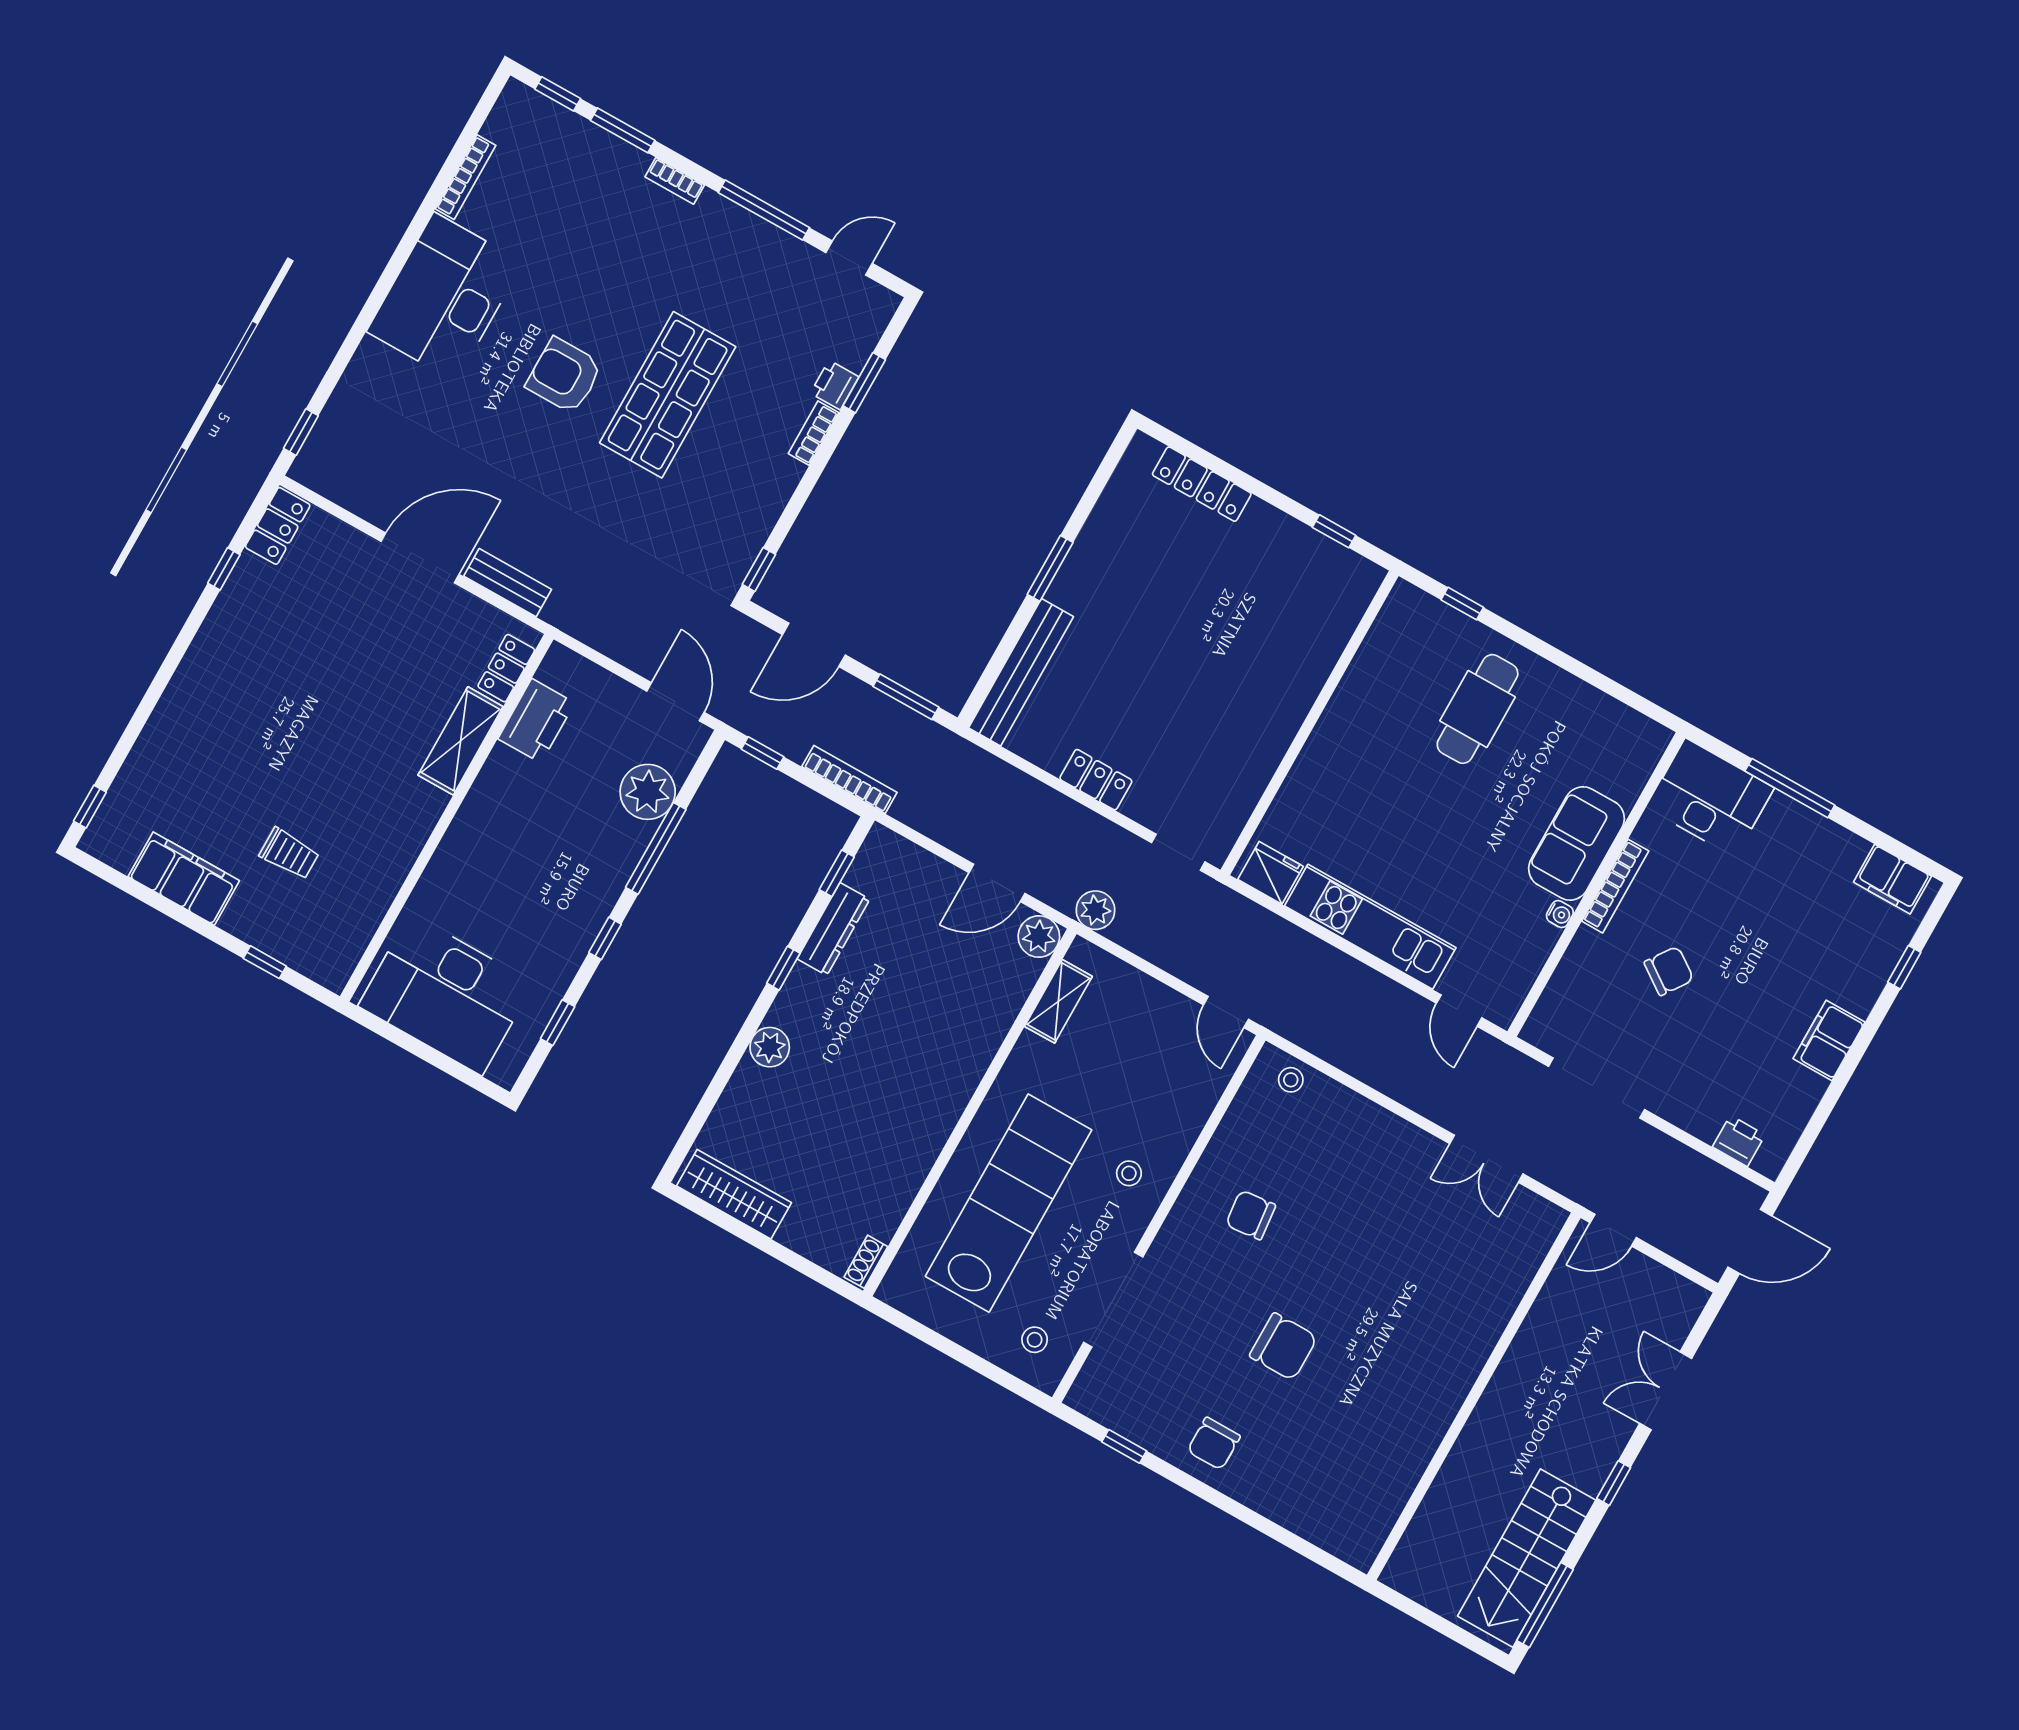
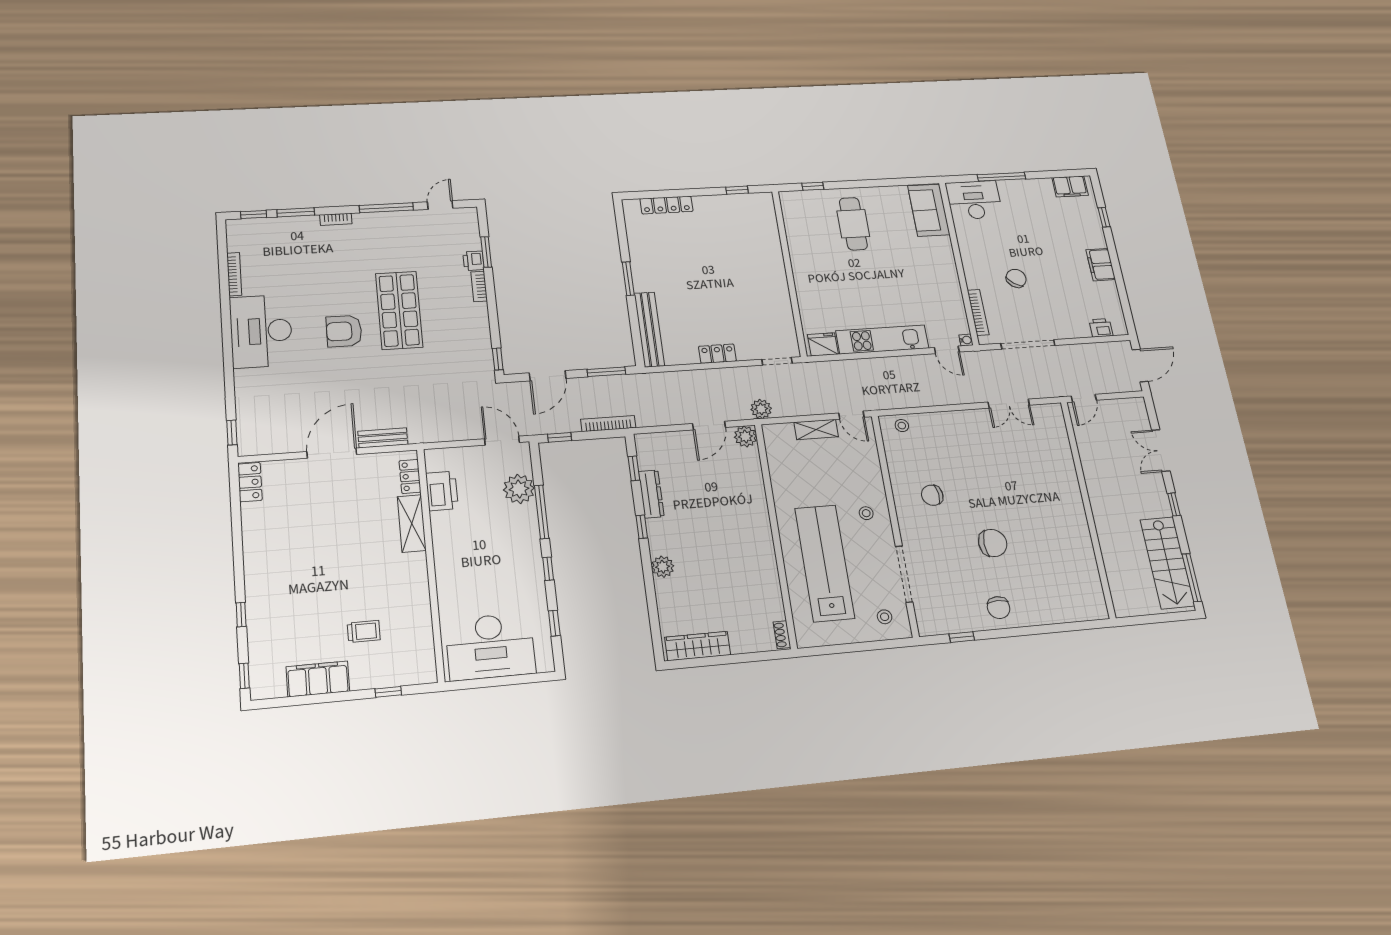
window: (224, 569) -> (241, 615), moved
sofa: (1576, 844) -> (929, 210), moved
bookcase: (1615, 886) -> (978, 312), moved
water cooler: (1560, 914) -> (966, 340), moved
shelving: (1058, 1001) -> (816, 429), moved, turned 90

